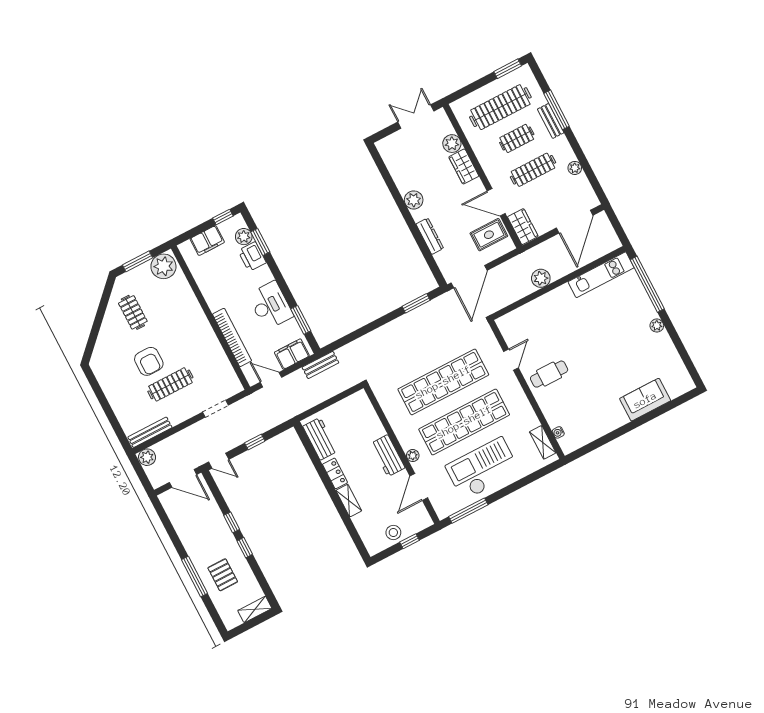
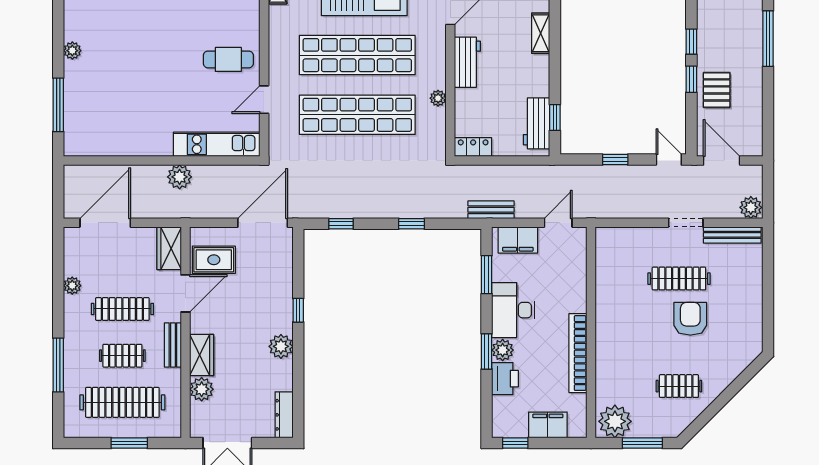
window: (508, 69) -> (129, 443), moved
bench: (551, 121) -> (173, 345), moved
door: (496, 202) -> (185, 293), hinge flipped
window: (415, 230) -> (298, 310), added
dresser: (430, 236) -> (284, 415), moved
plant: (244, 237) -> (503, 350), moved
window: (260, 242) -> (487, 351), moved
kitchen unit: (601, 275) -> (217, 144), moved
window: (647, 284) -> (58, 105), width x0.68
window: (416, 303) -> (341, 224), width x0.67
clothes rail: (133, 312) -> (679, 386), turned 90
window: (369, 328) -> (412, 224), added
bookcase: (232, 337) -> (578, 353), moved
door: (271, 380) -> (558, 223), swing flipped
doorway: (215, 409) -> (686, 223), moved
window: (310, 449) -> (555, 118), added
plant: (413, 456) -> (438, 98), moved
locker: (335, 473) -> (473, 147), moved, turned 90
pallet: (223, 575) -> (717, 90), moved

